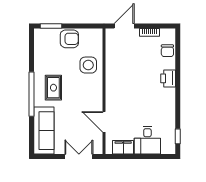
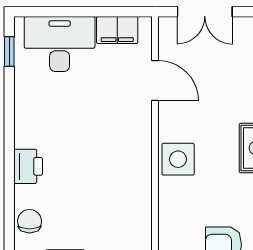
side table: (88, 65) -> (178, 159), moved
desk: (147, 140) -> (60, 44), width x1.37

